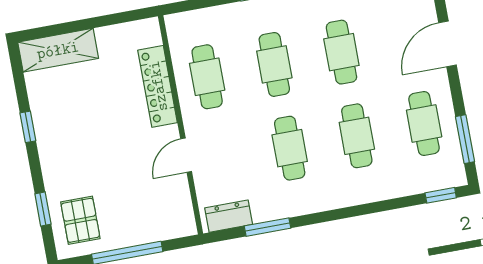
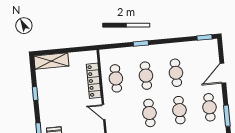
door: (186, 155) -> (104, 112), hinge flipped

